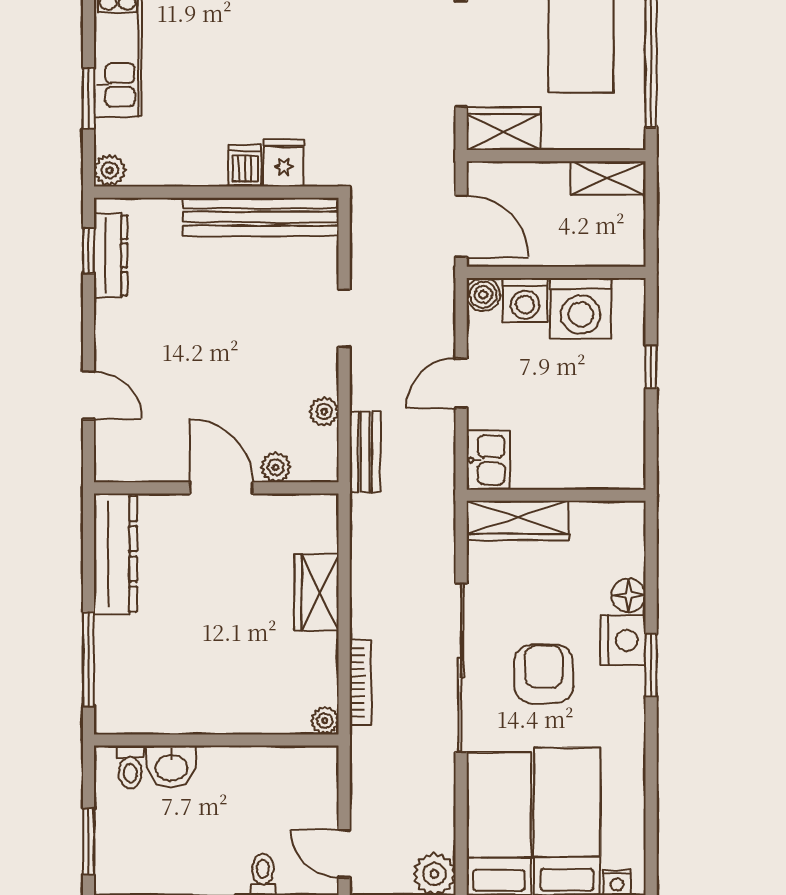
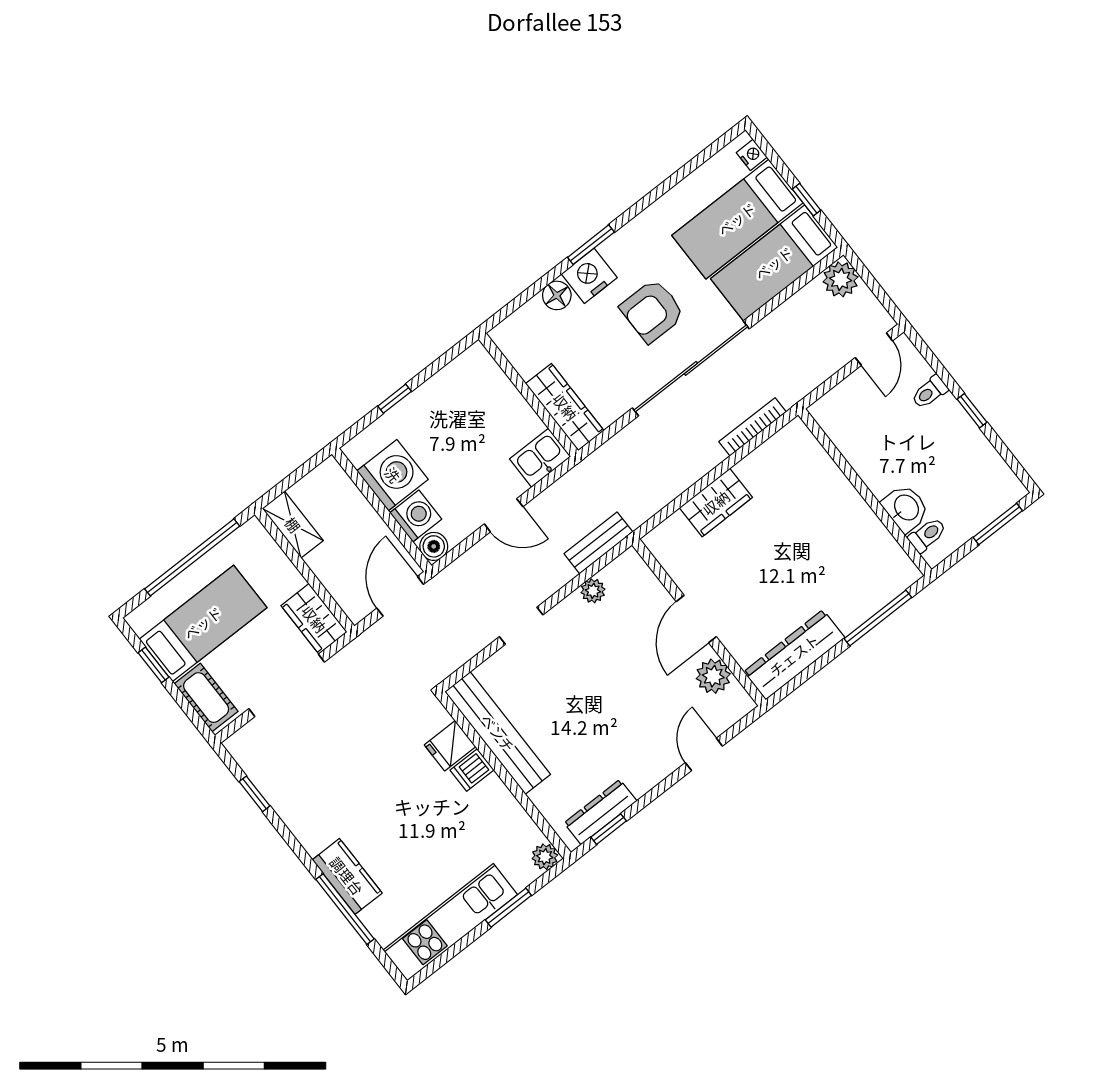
plant: (276, 467) -> (713, 676), moved, width x1.38, depth x1.38
plant: (325, 721) -> (796, 431), removed

